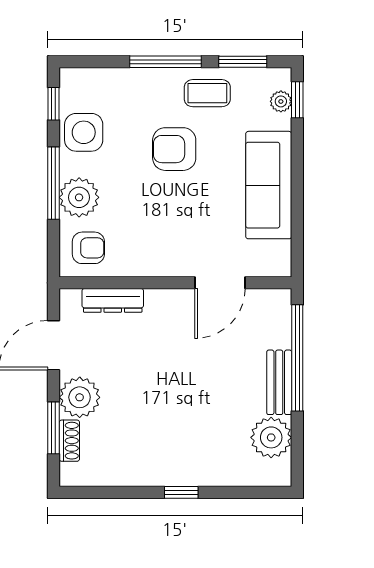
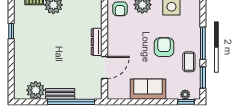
sofa: (269, 185) -> (148, 89), width x0.73
door: (220, 283) -> (105, 67), swing flipped
dresser: (113, 300) -> (97, 42), moved
window: (181, 492) -> (11, 31), moved

